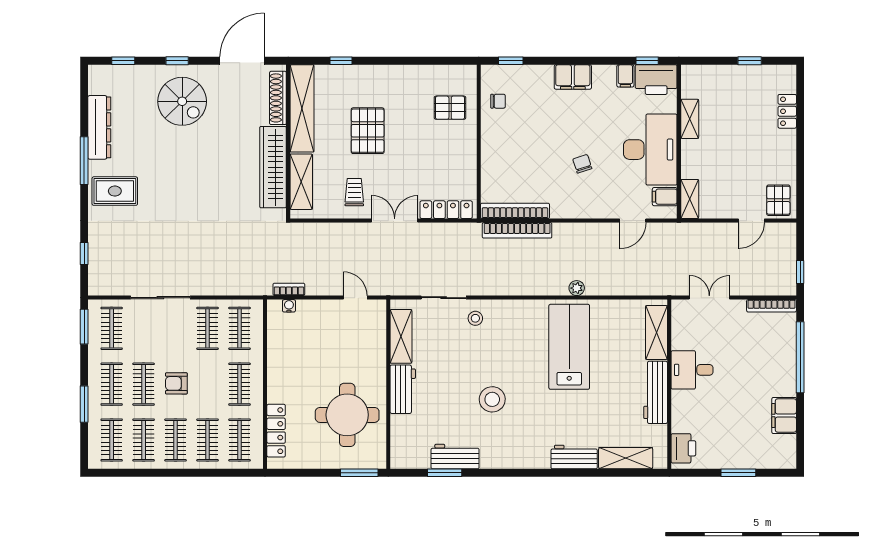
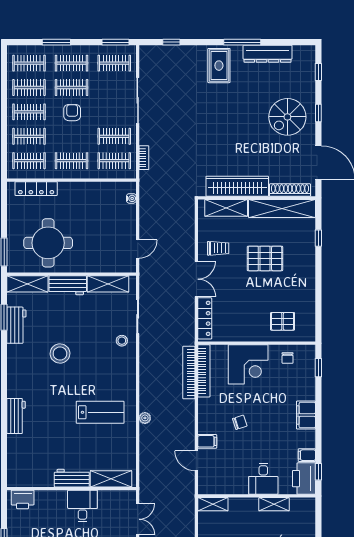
pallet: (450, 108) -> (283, 321), turned 90
desk: (650, 150) -> (263, 479), width x0.53, depth x0.77
corner desk: (506, 153) -> (248, 364), added
filing cabinet: (665, 197) -> (207, 441), moved, turned 90
bookcase: (289, 289) -> (144, 158), moved
lab bench: (569, 347) -> (100, 412), width x0.73, depth x0.72
workbench: (656, 392) -> (72, 478), width x0.73
shelving: (626, 458) -> (27, 284), moved, turned 90

